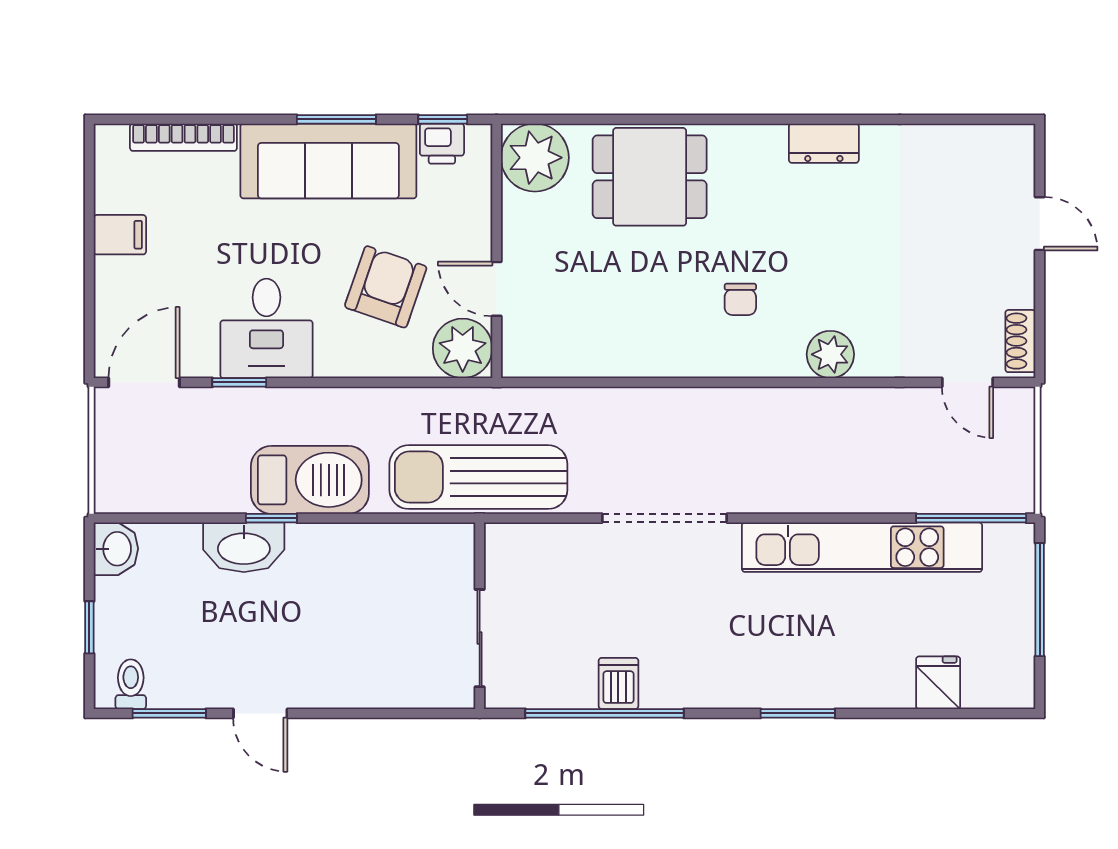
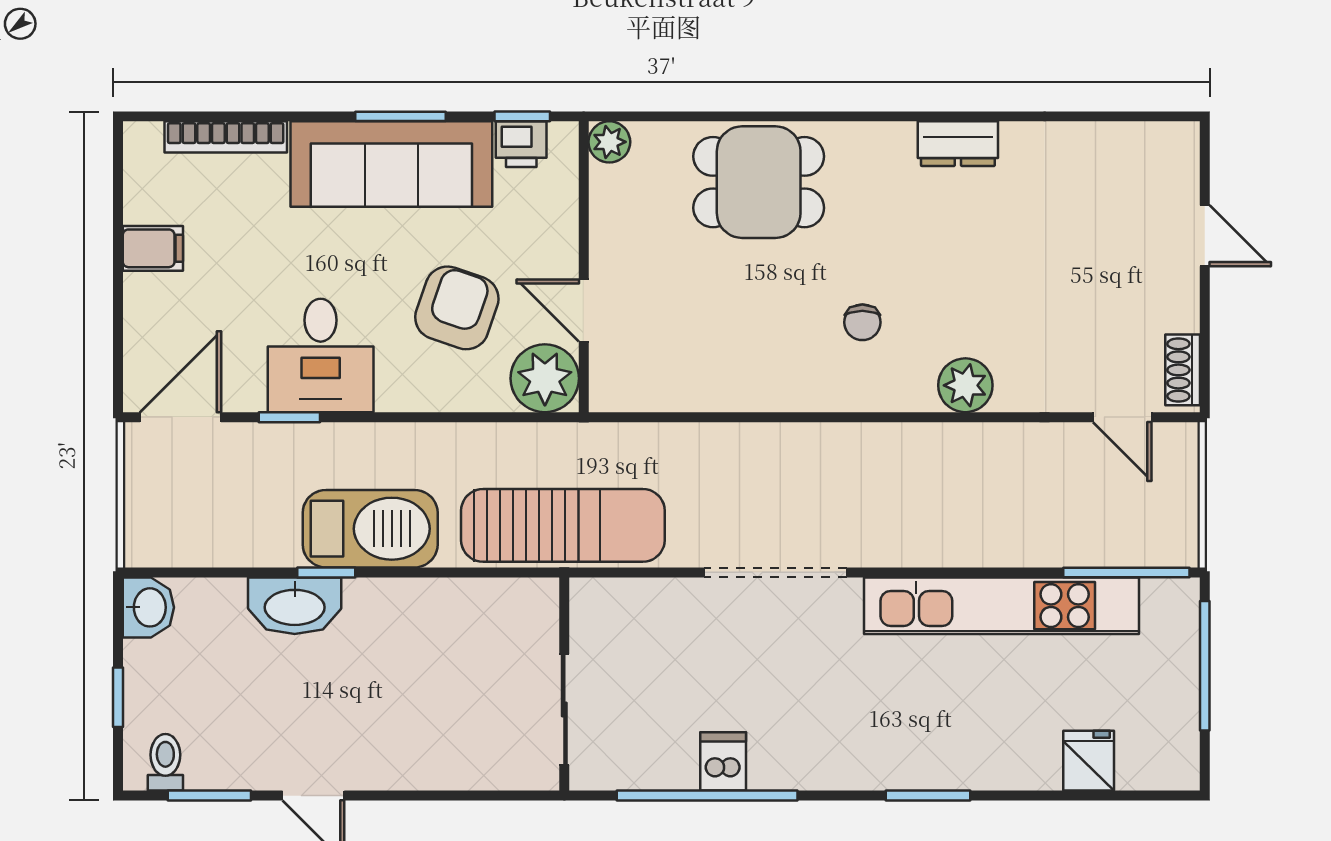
plant: (535, 158) -> (609, 142), width x0.53, depth x0.53
sun lounger: (478, 477) -> (563, 525), turned 180

